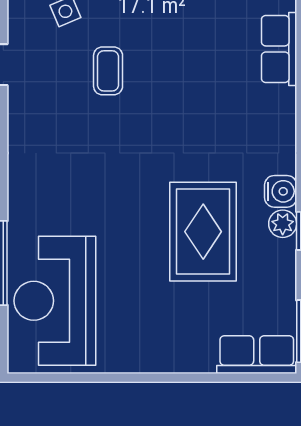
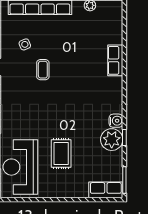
plant: (283, 224) -> (112, 140), width x1.88, depth x1.88
rug: (203, 232) -> (61, 153), moved, width x0.73, depth x0.70

